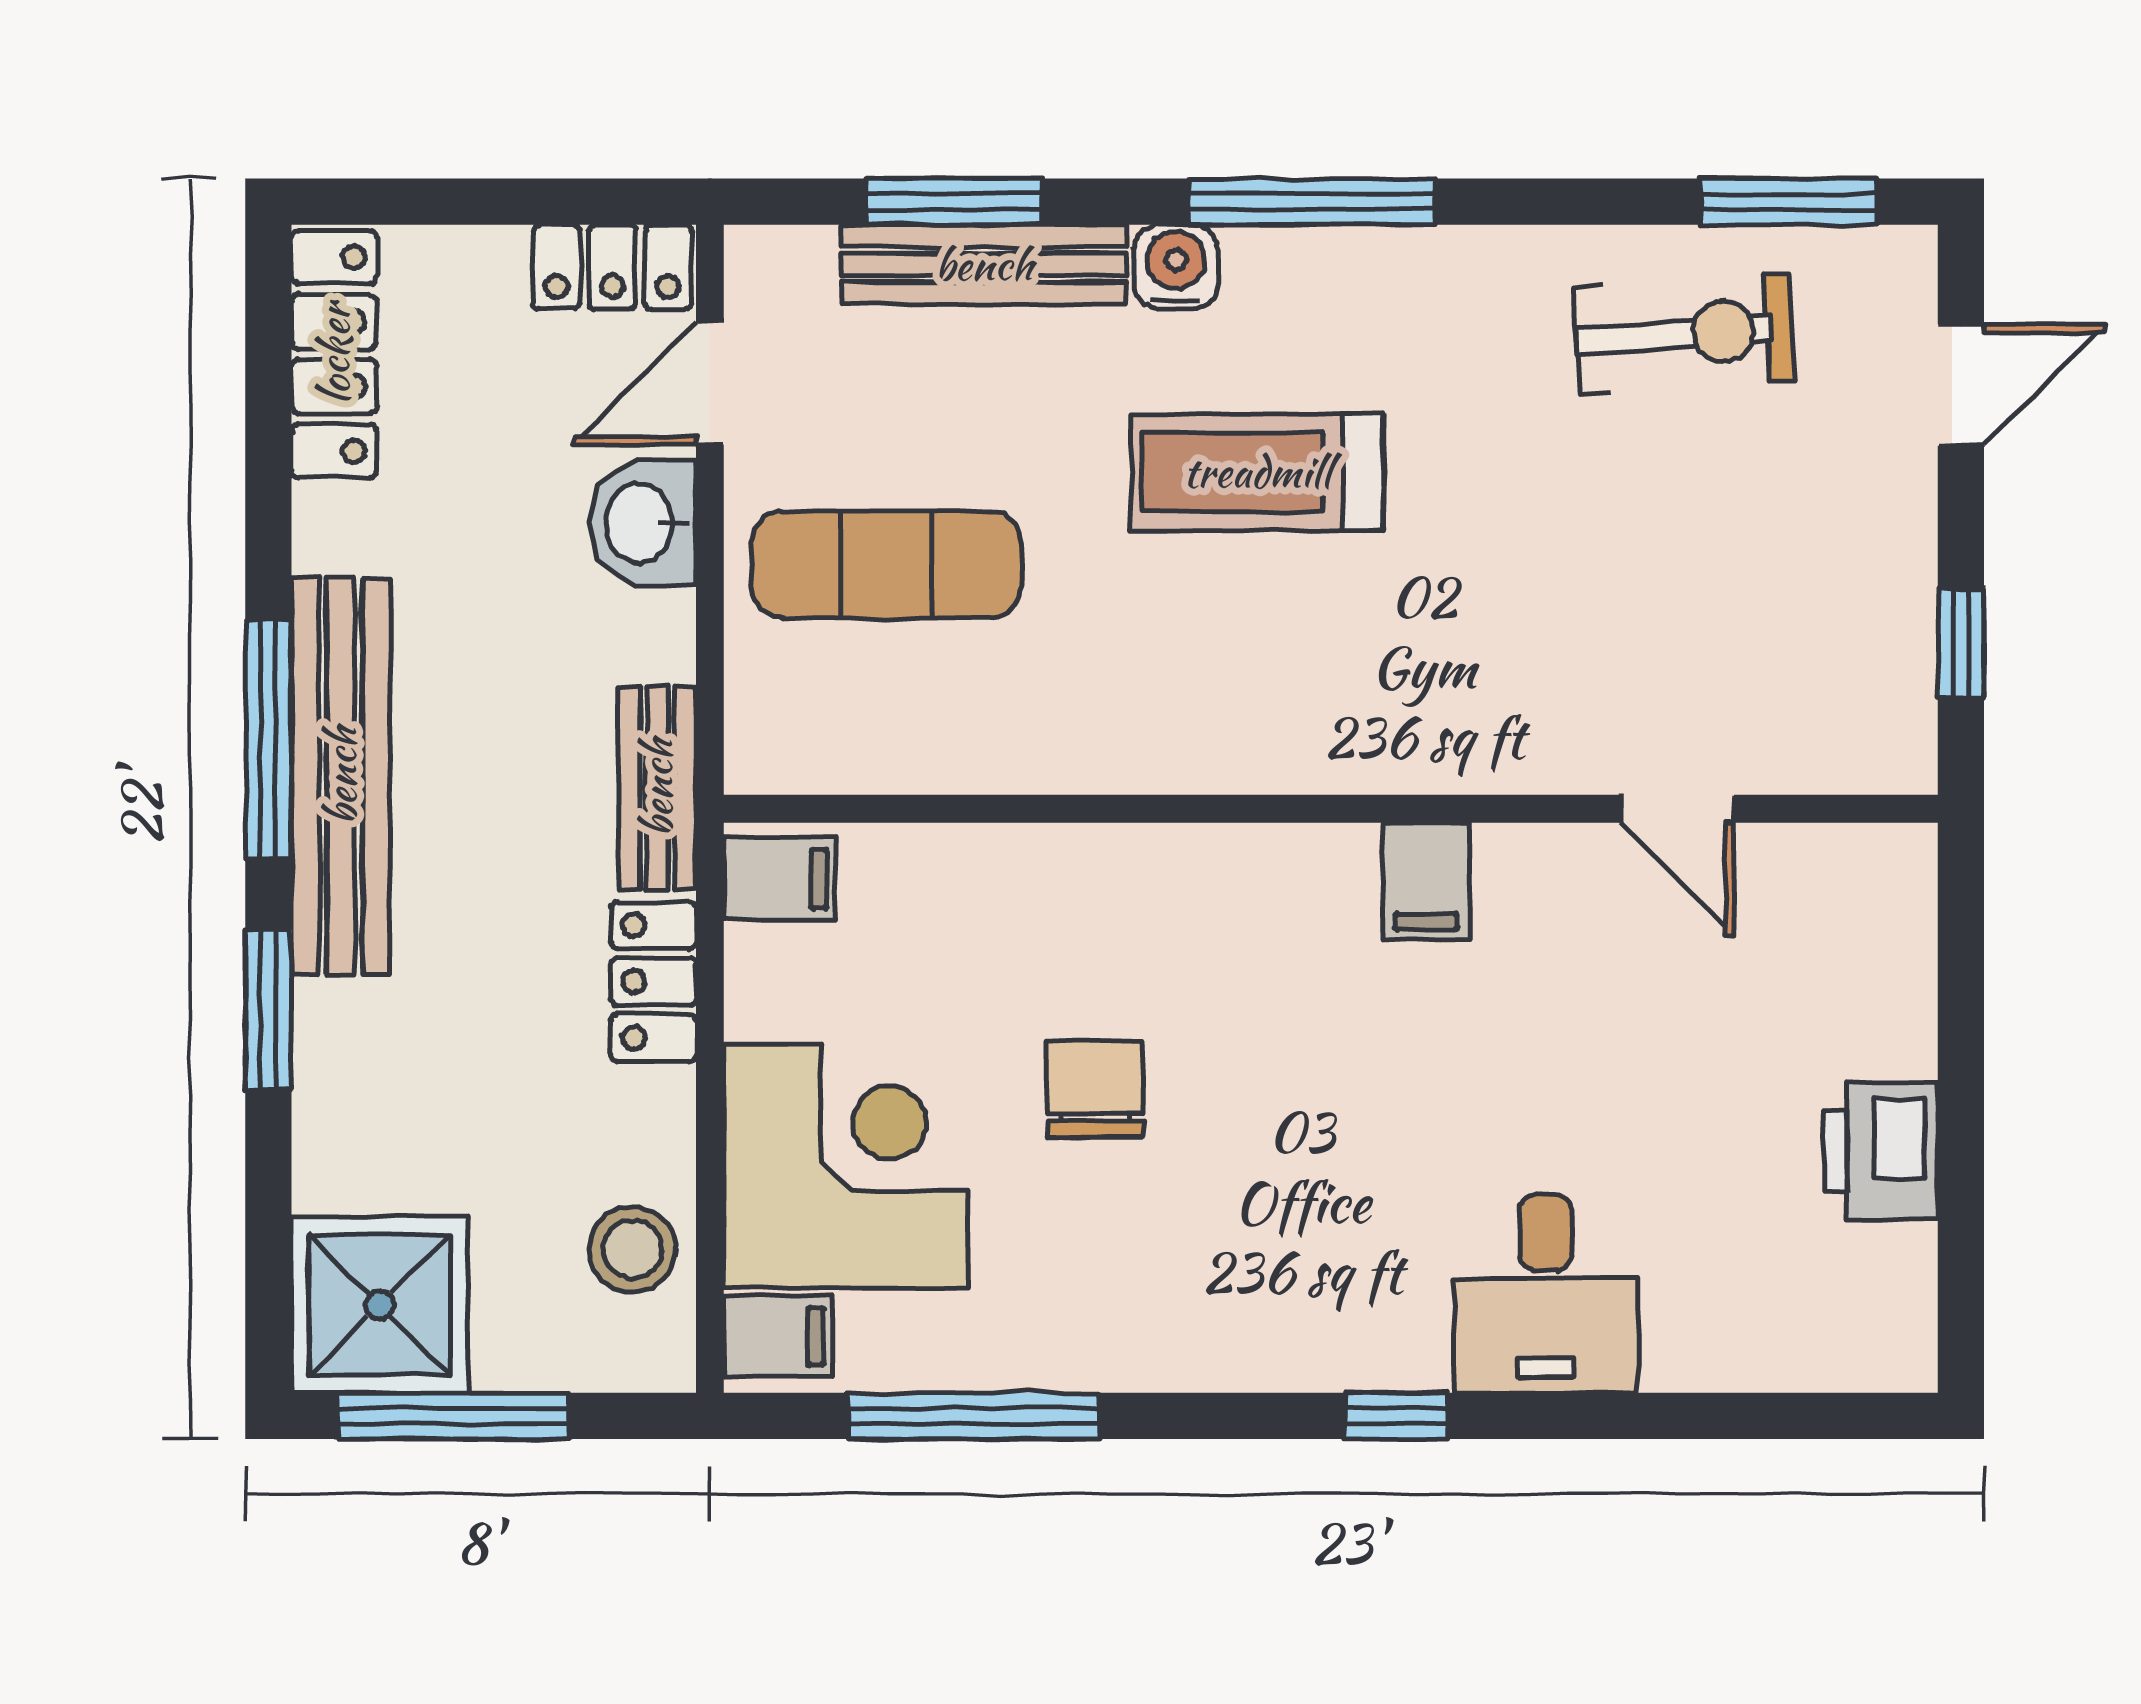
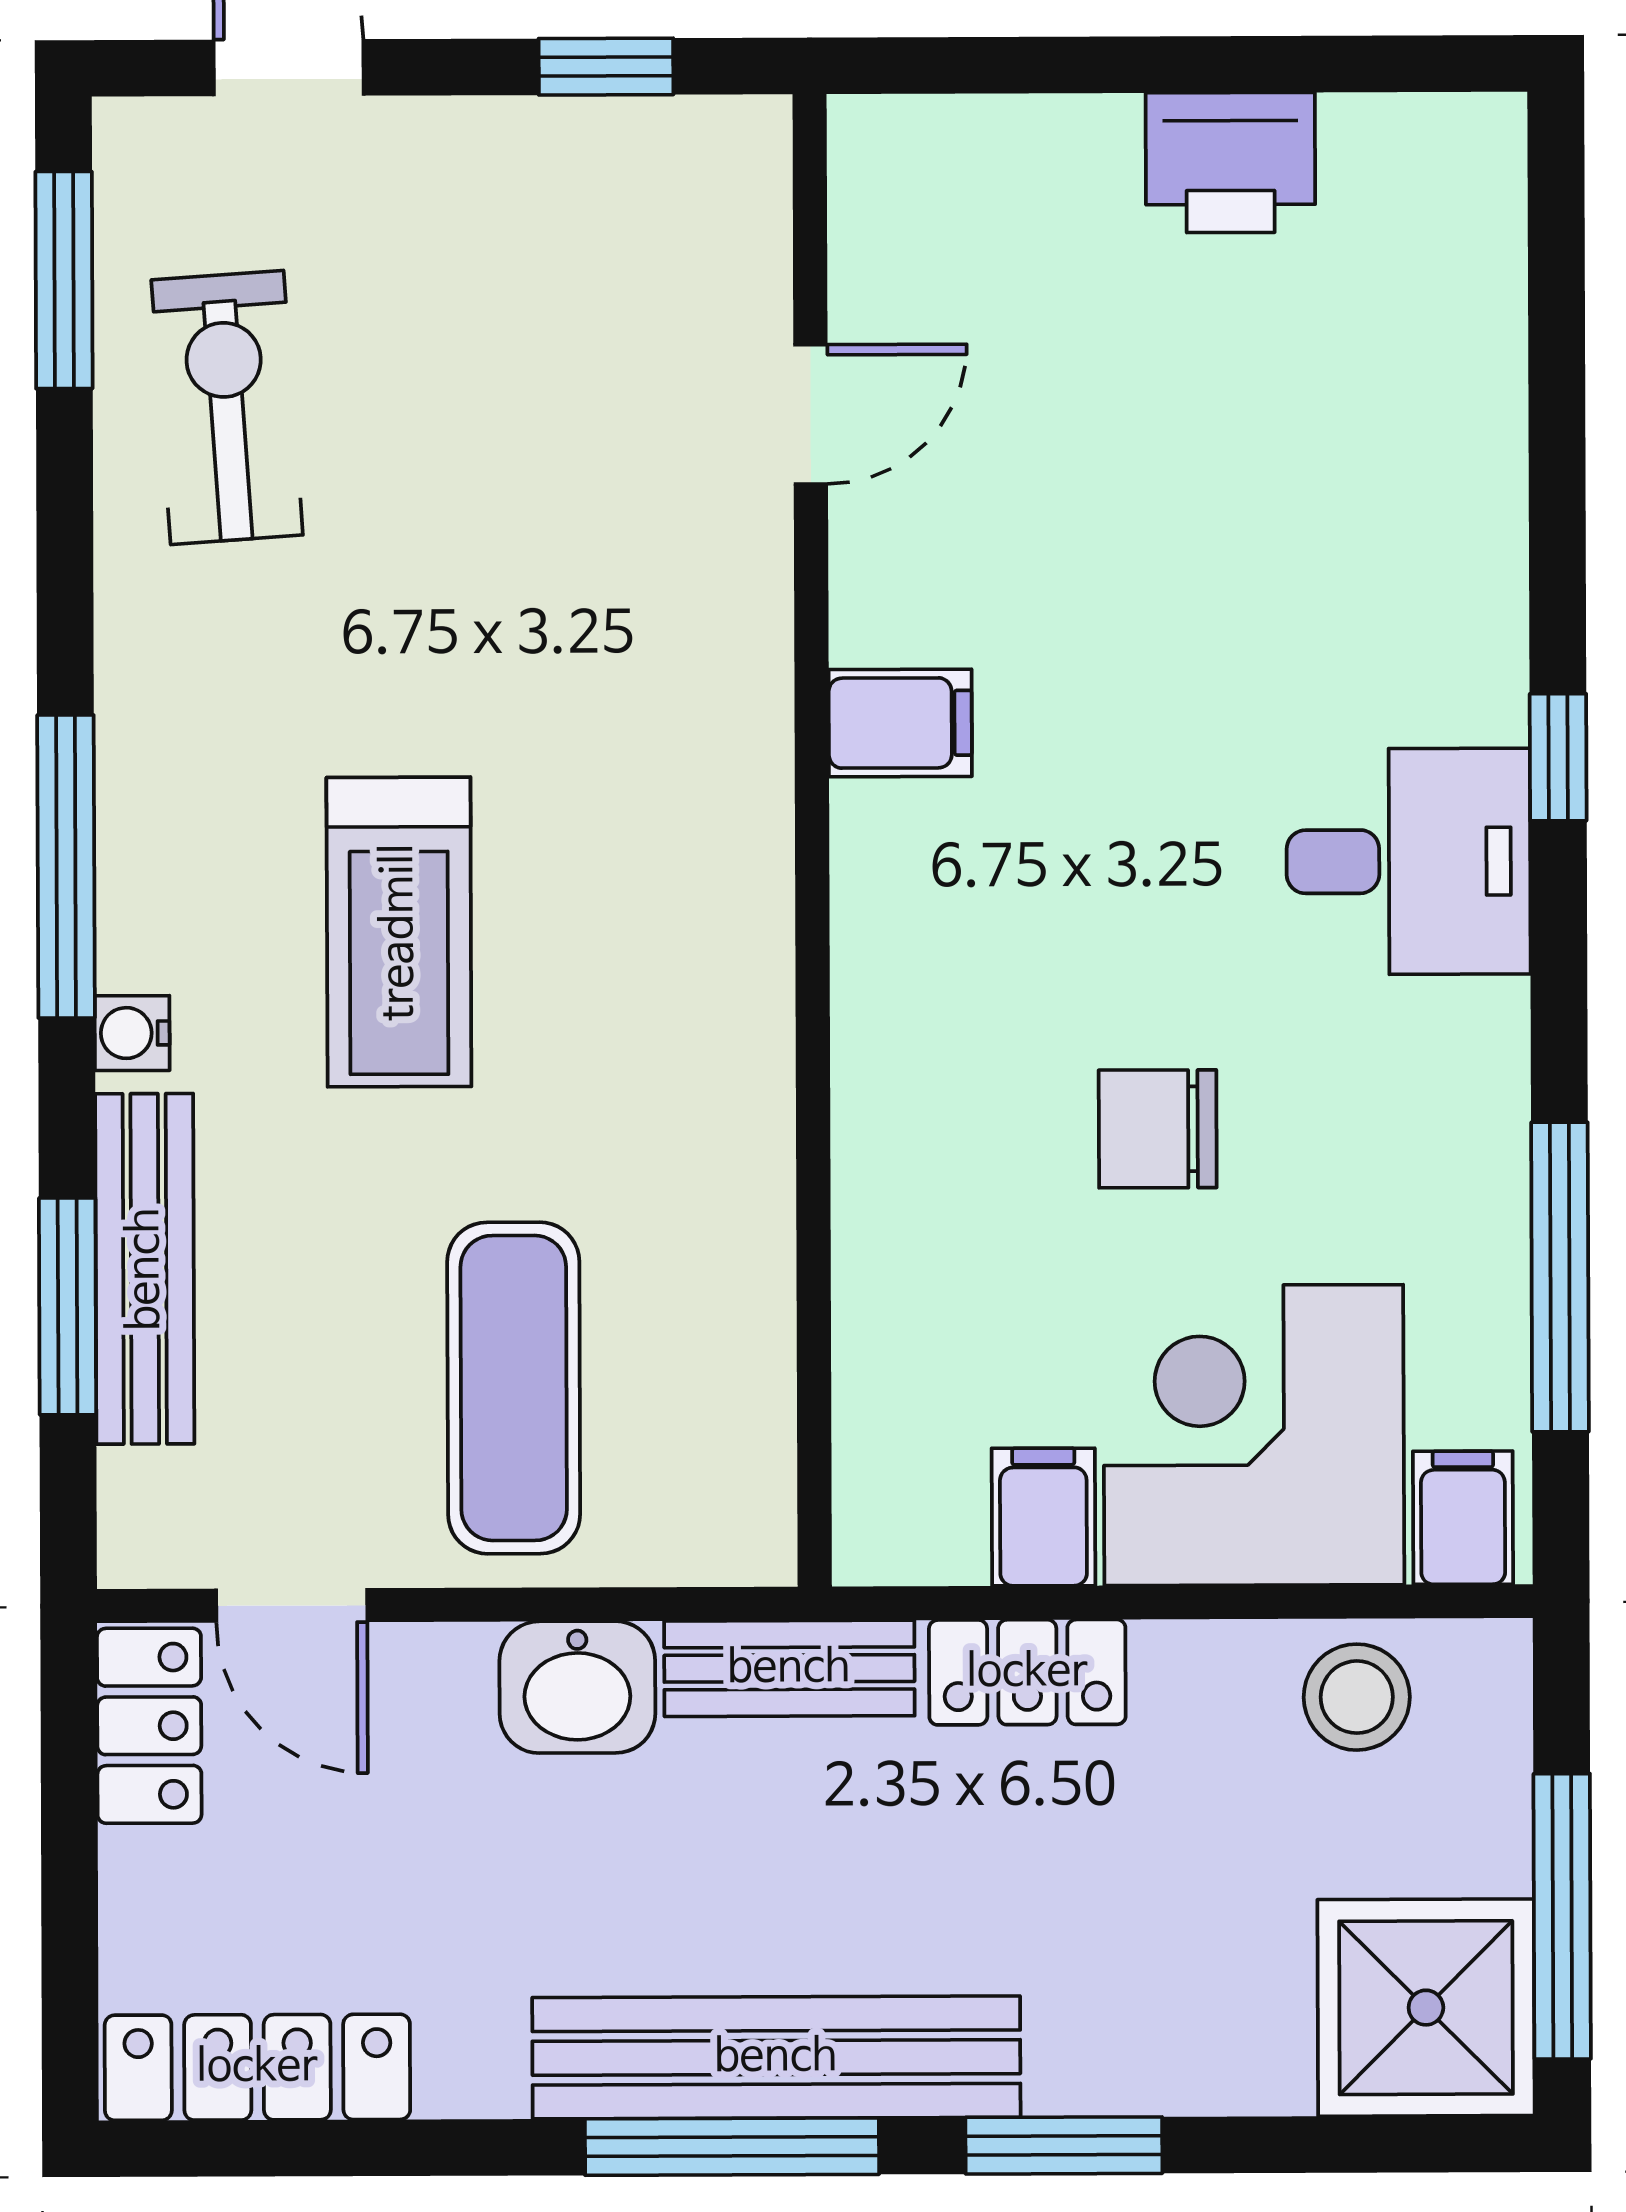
water cooler: (1176, 267) -> (132, 1033), width x0.72, depth x0.72
washbasin: (643, 523) -> (577, 1687), moved
filing cabinet: (780, 879) -> (1043, 1517), moved
desk: (1546, 1294) -> (1408, 861), moved

